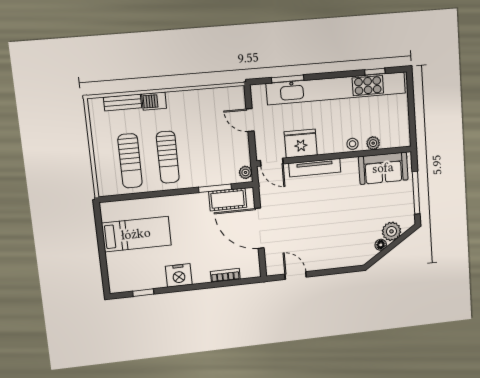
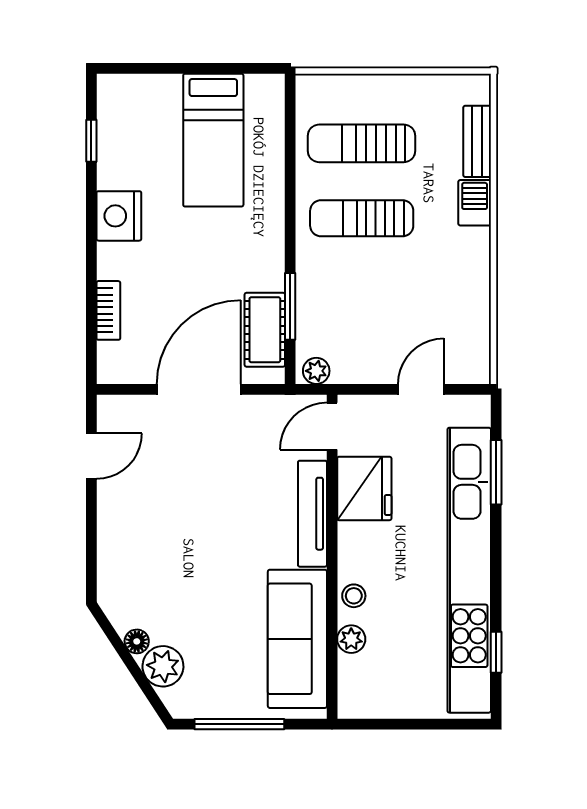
sofa: (383, 168) -> (297, 639), width x1.36

